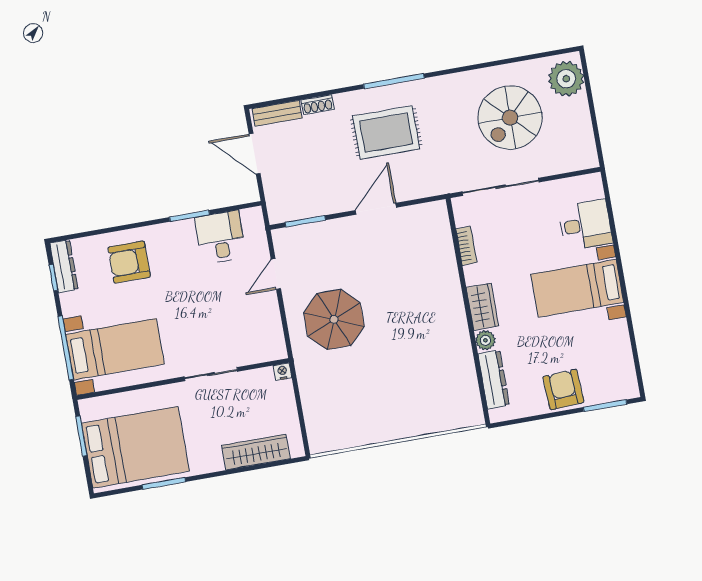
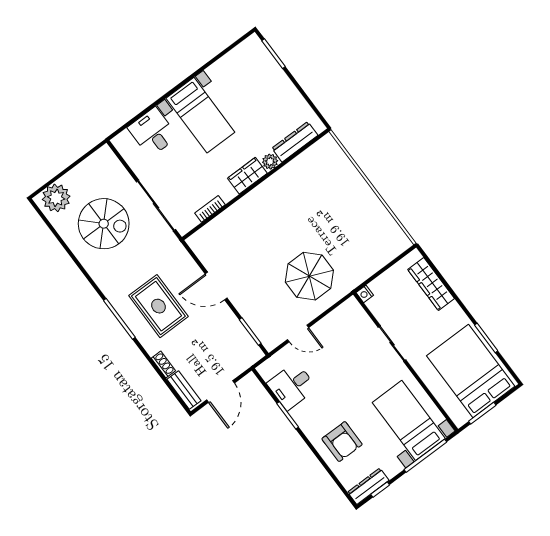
armchair: (563, 389) -> (277, 89), removed

